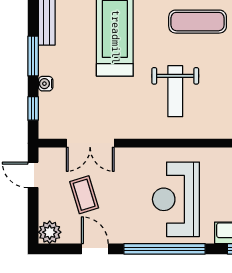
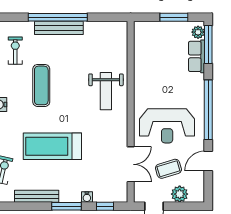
weight bench: (175, 91) -> (106, 91), moved, turned 90
reception desk: (176, 199) -> (167, 126), moved
plant: (50, 232) -> (180, 194), moved

